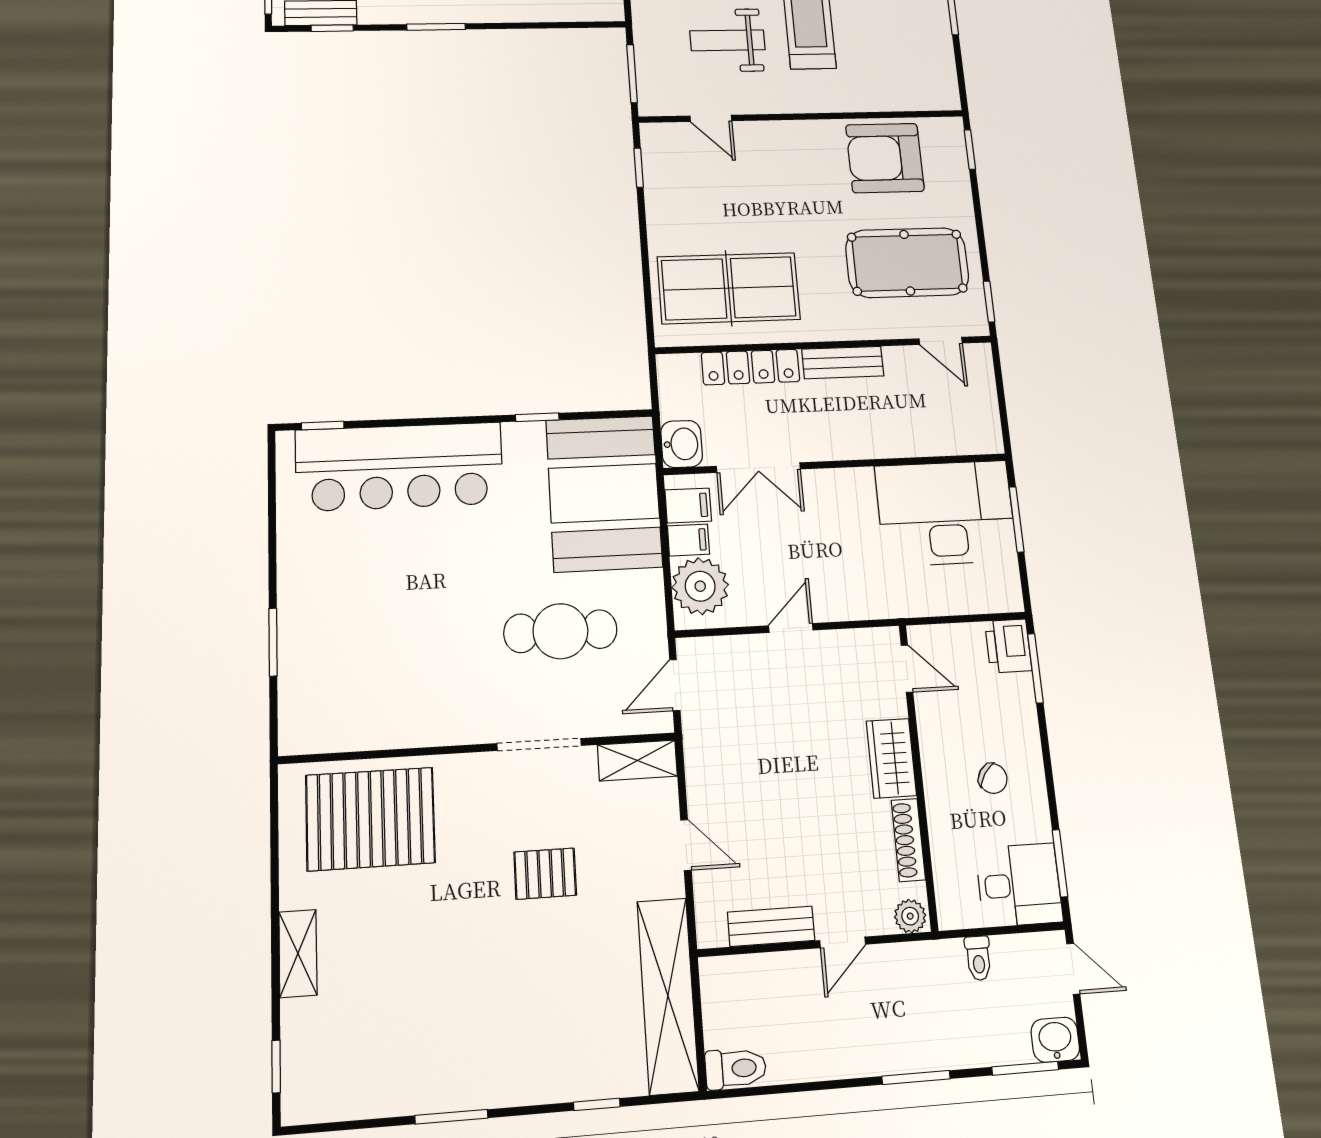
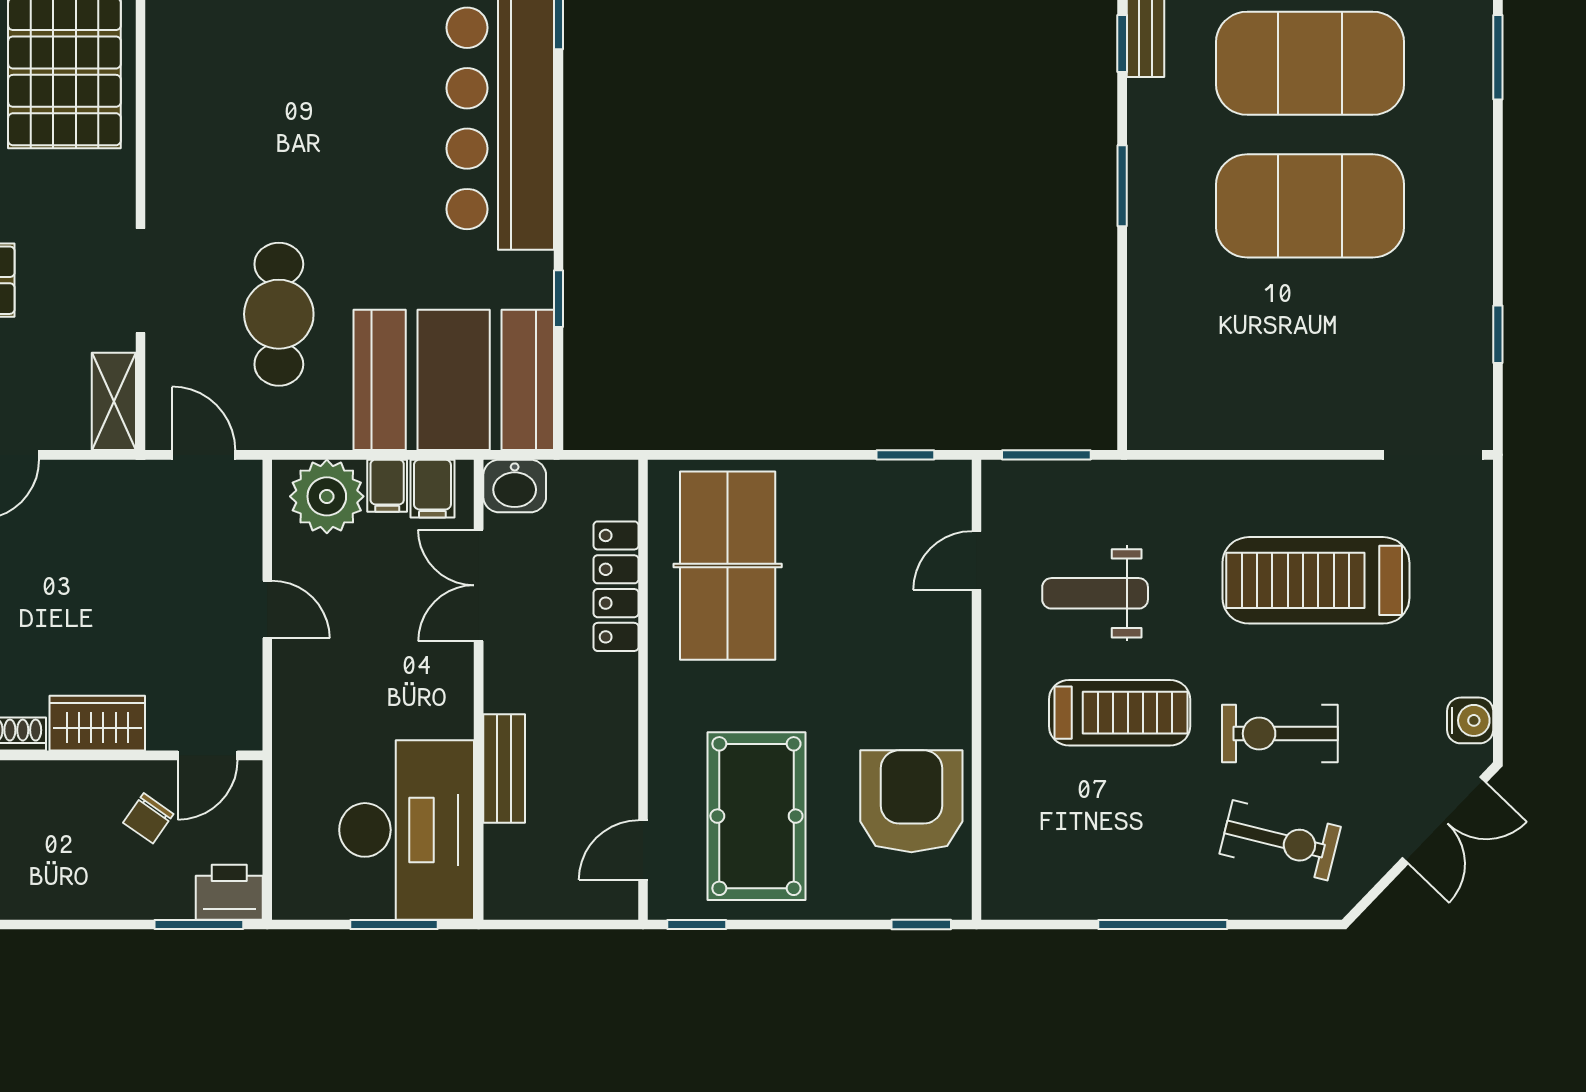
weight bench: (727, 40) -> (1095, 593), turned -90
bench: (843, 363) -> (504, 768), moved
chair: (993, 778) -> (148, 818), moved

